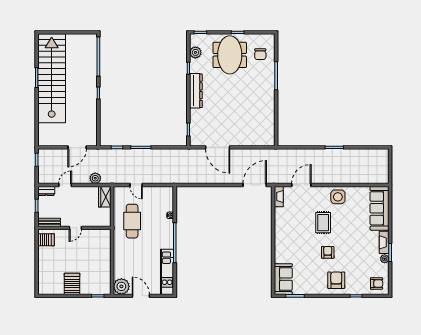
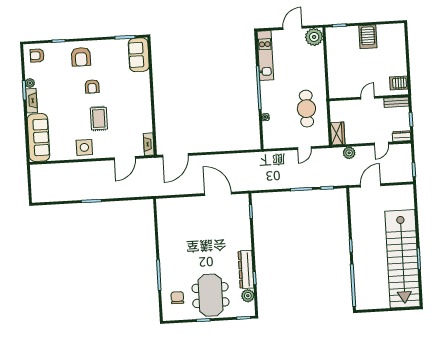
dresser: (196, 91) -> (246, 269), moved
door: (136, 185) -> (304, 148), swing flipped
door: (141, 296) -> (293, 28), swing flipped

